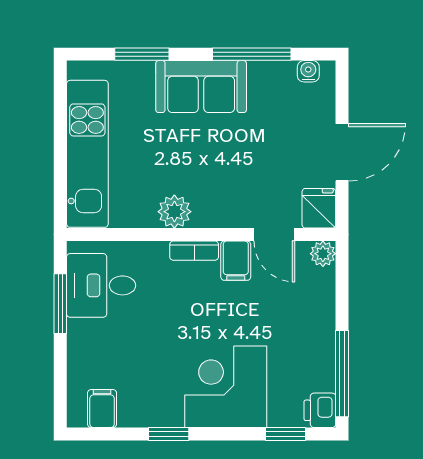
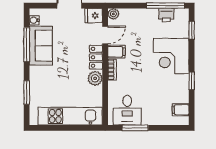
sofa: (201, 87) -> (41, 46), moved
locker: (223, 213) -> (96, 57), added
printer: (320, 410) -> (166, 15), moved

